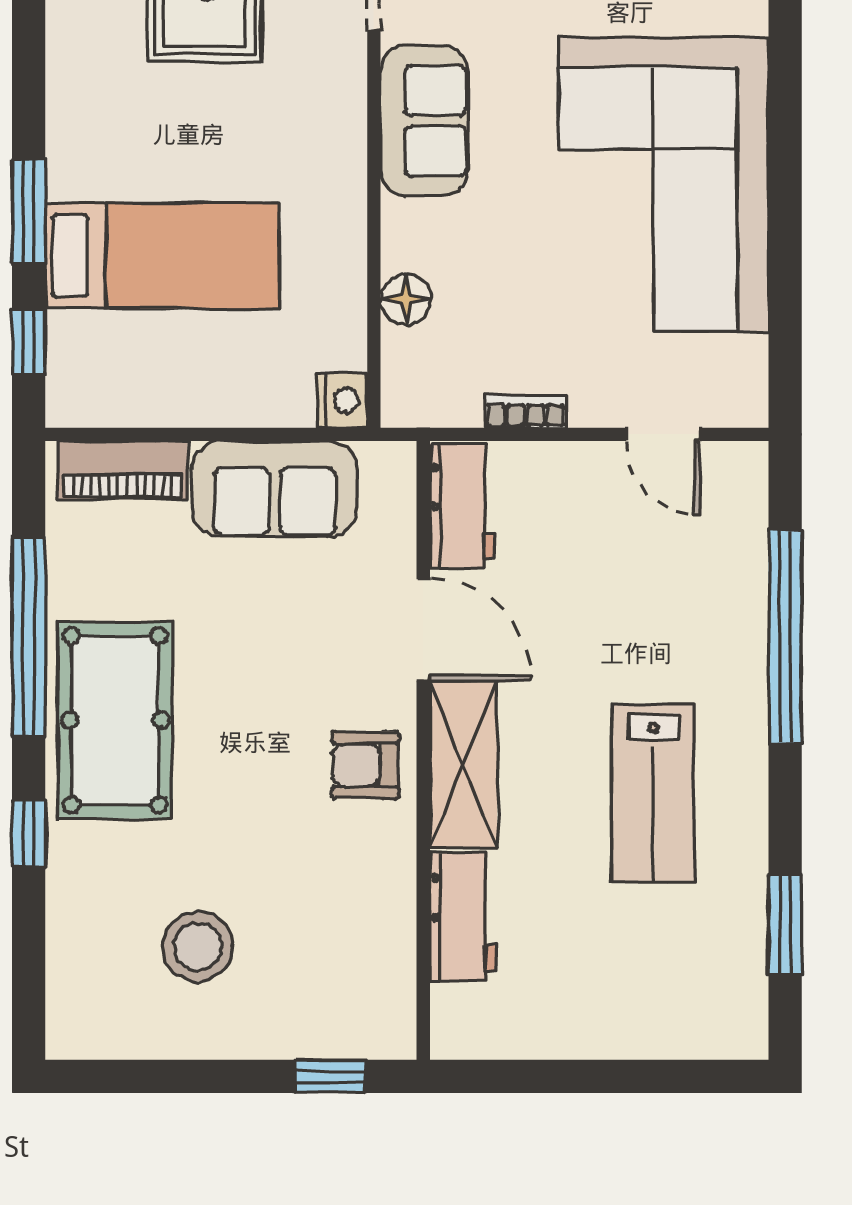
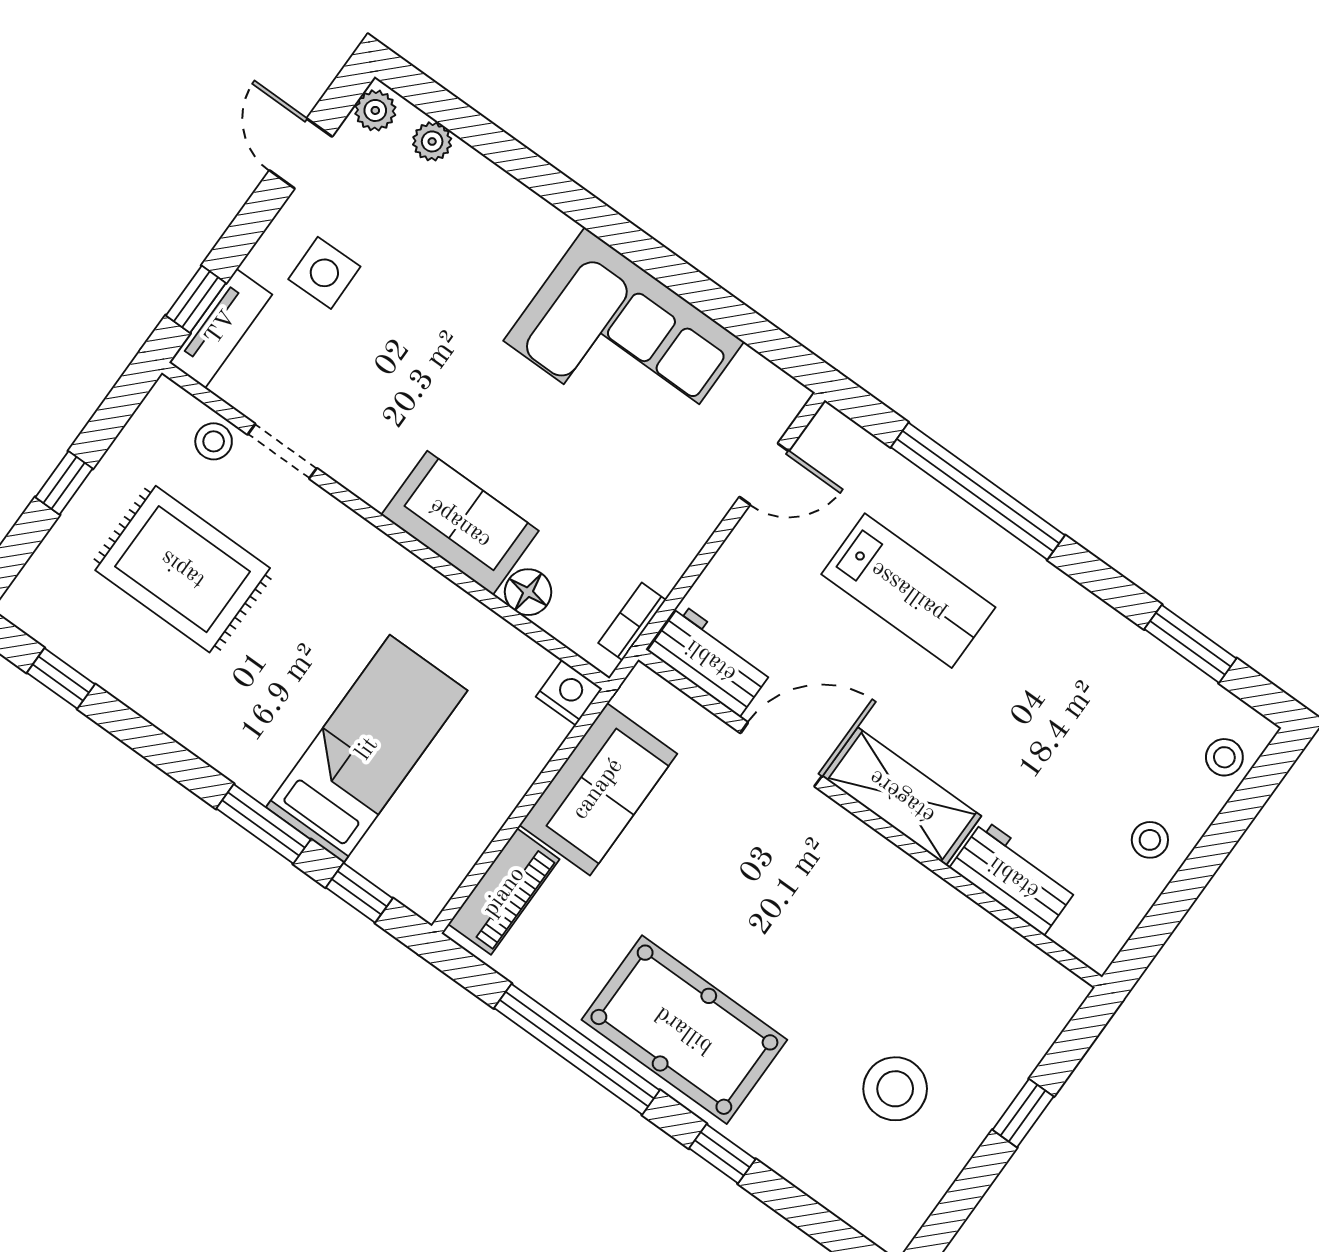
sofa: (424, 121) -> (460, 523), moved
corner sofa: (664, 185) -> (624, 341), width x0.73, depth x0.74
bookcase: (526, 411) -> (632, 622), moved
armchair: (365, 765) -> (850, 869), removed
lab bench: (653, 793) -> (908, 591), moved
stool: (584, 1014) -> (1150, 840), added
stool: (706, 1028) -> (1224, 757), added
window: (330, 1076) -> (1023, 1113), moved

